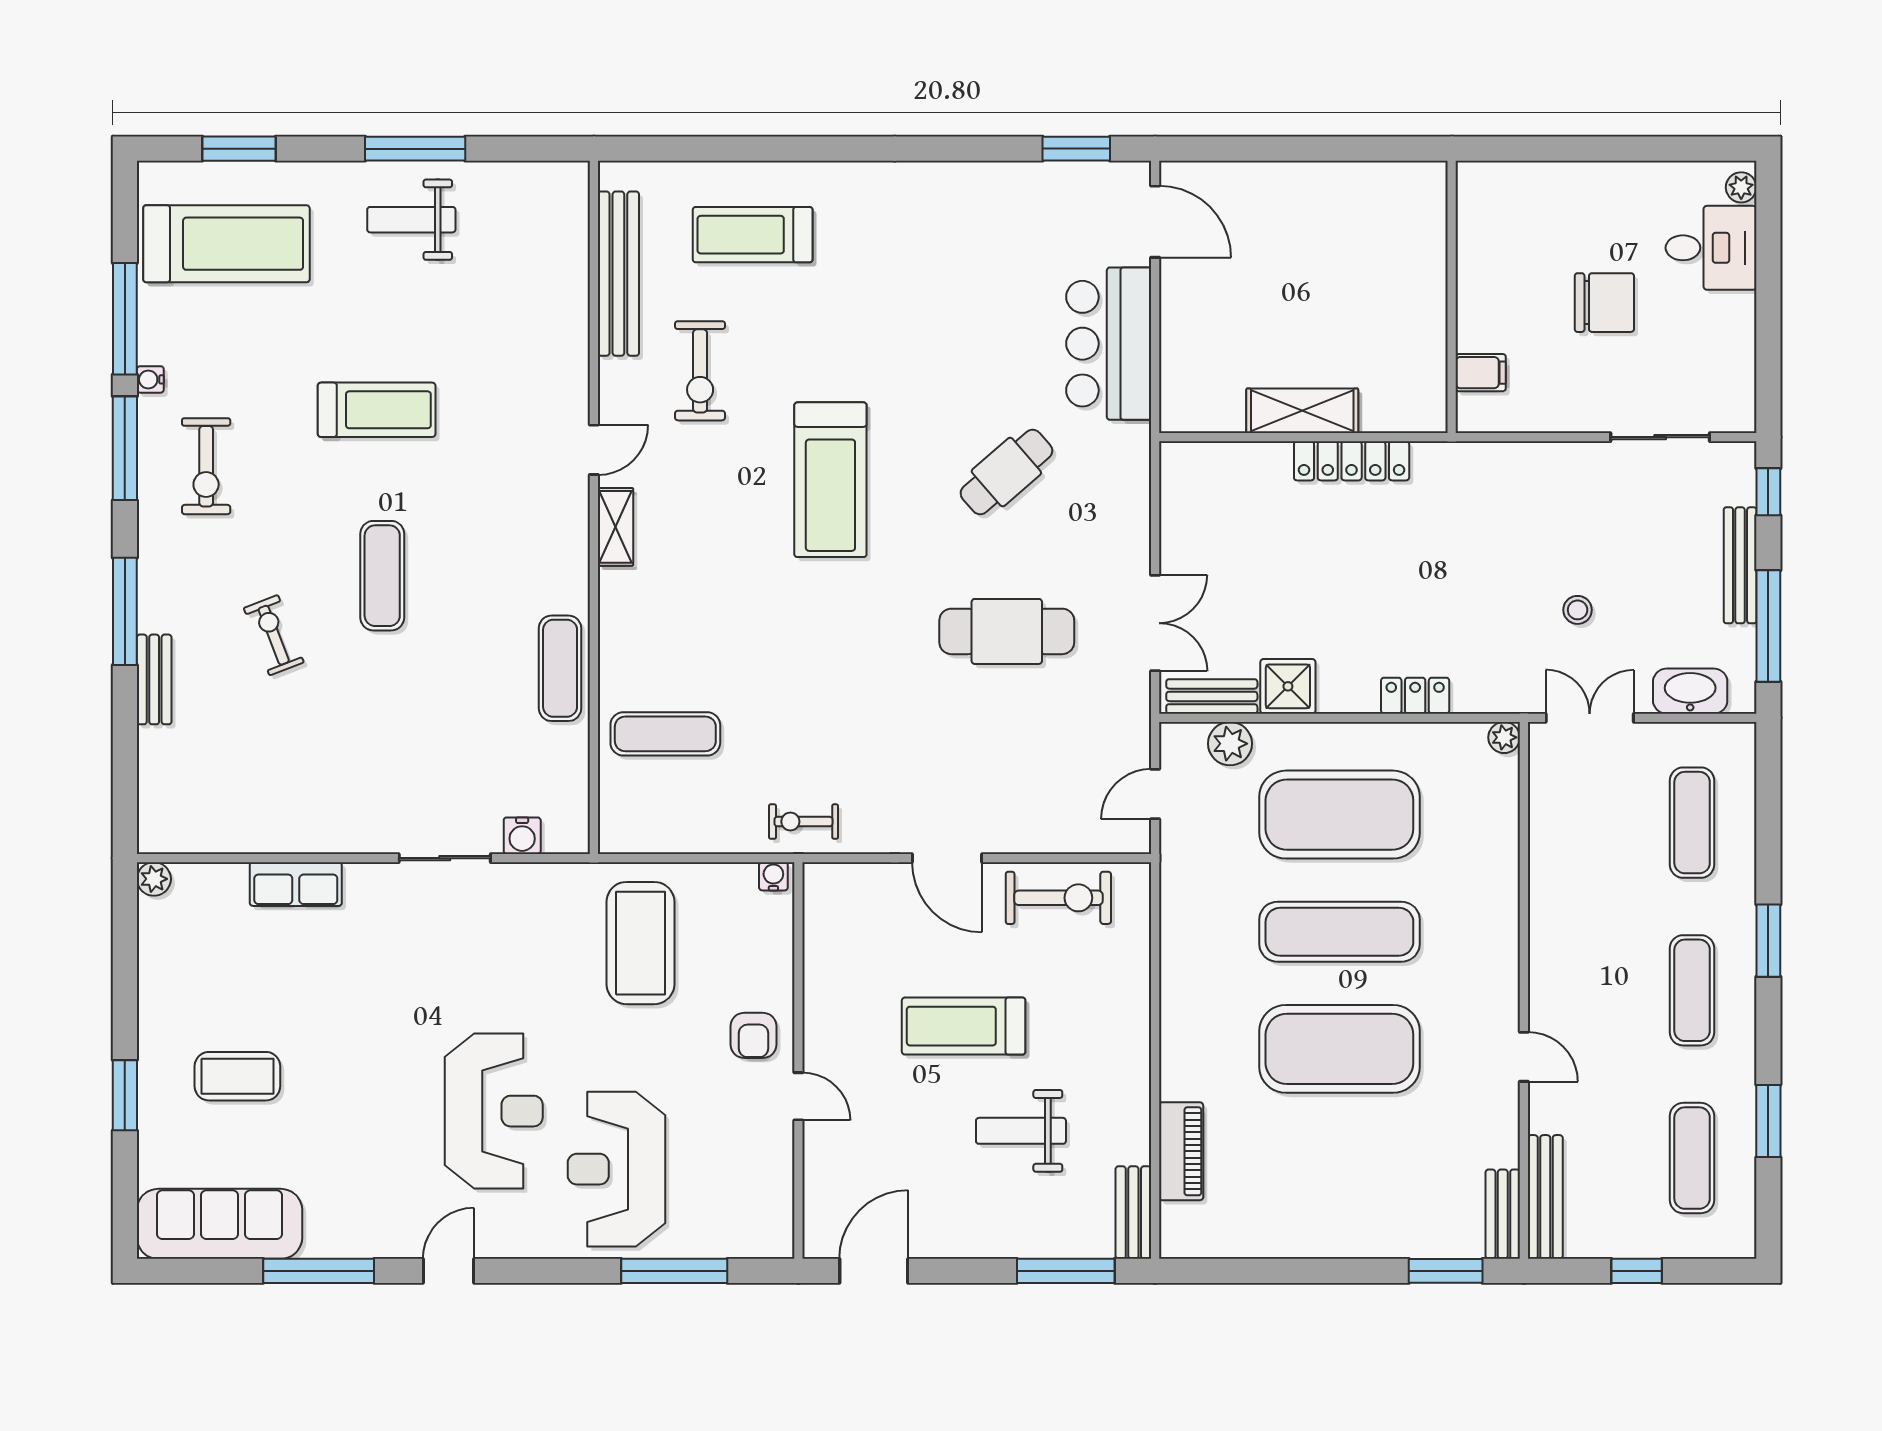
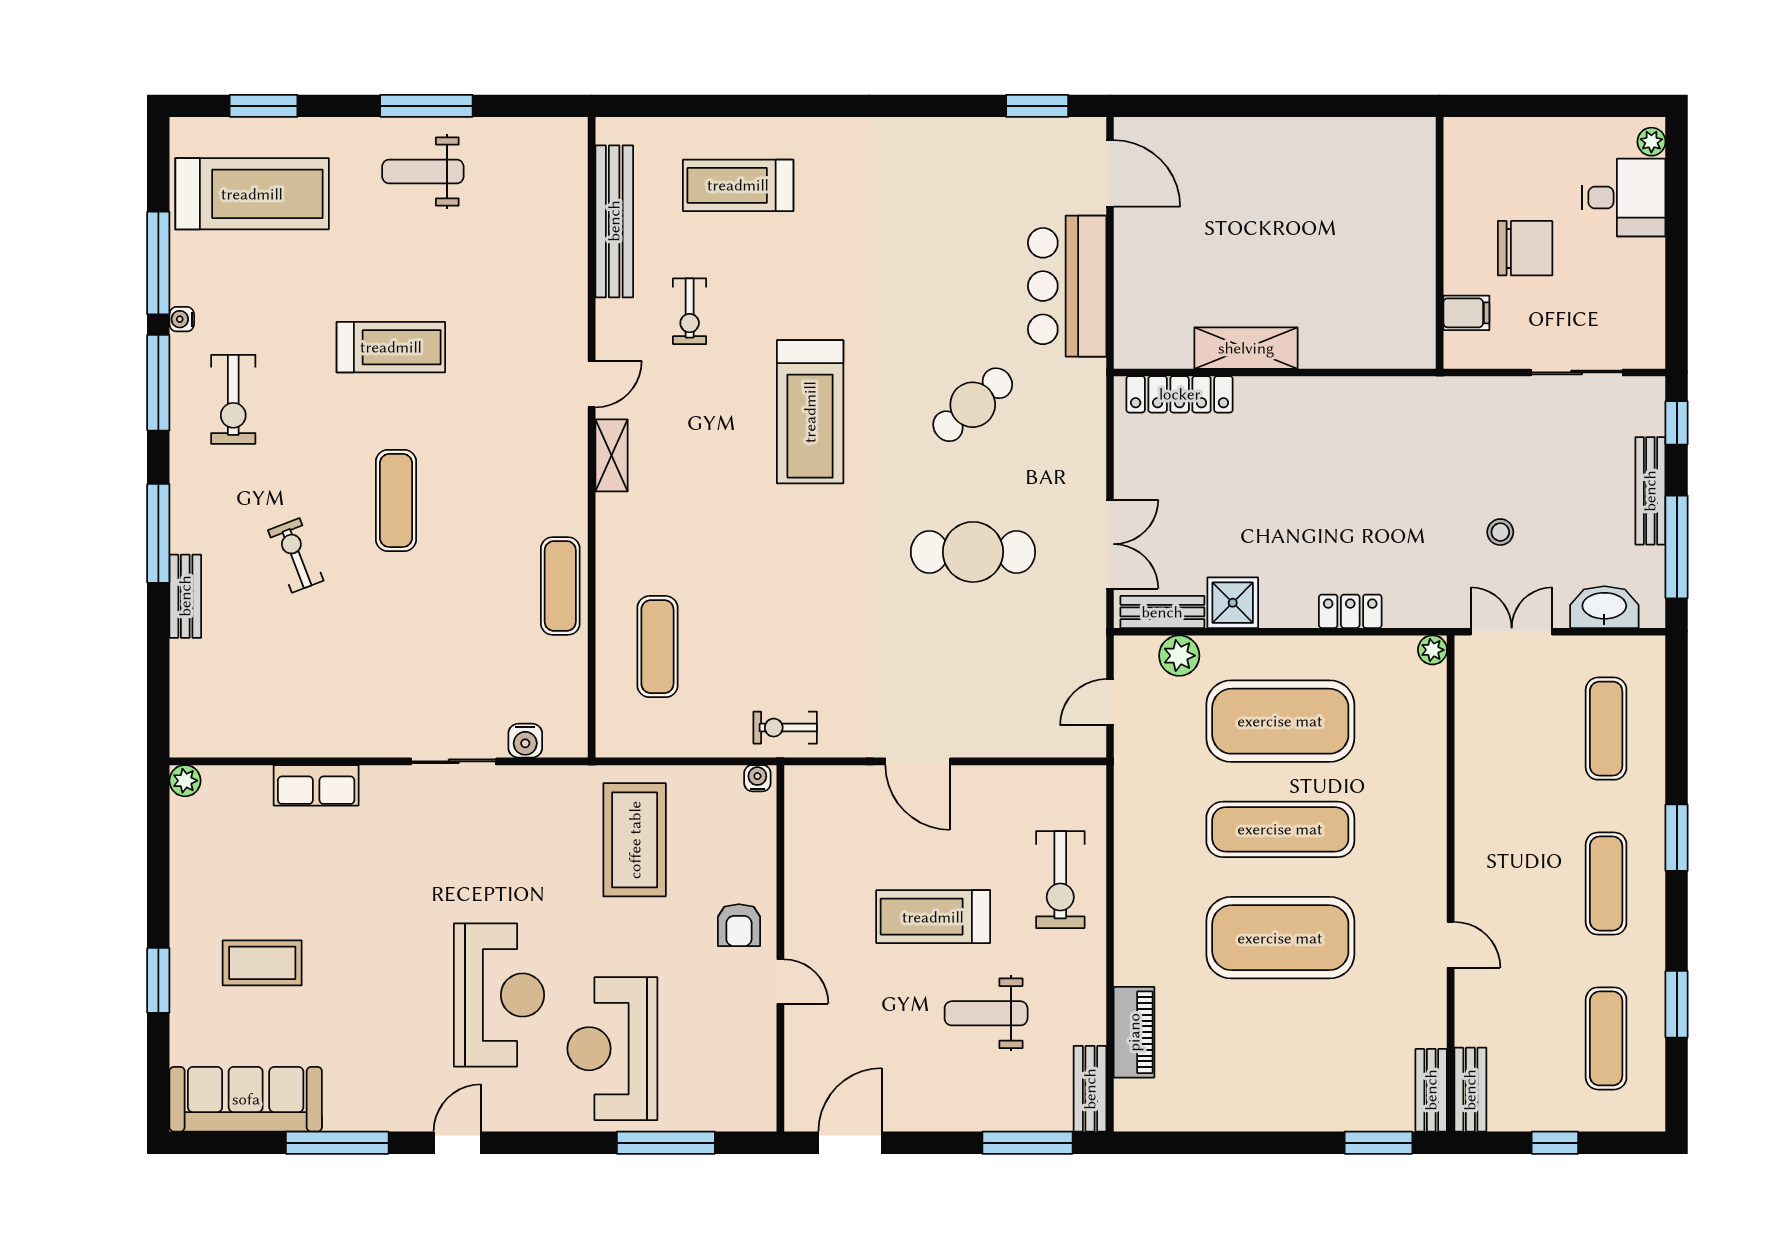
wall: (1452, 297) -> (1440, 243), moved
exercise bike: (700, 371) -> (690, 311), width x0.73, depth x0.72
filing cabinet: (1481, 373) -> (1466, 313), moved
locker: (1352, 461) -> (1180, 394), moved
exercise mat: (665, 734) -> (657, 647), turned 90
exercise bike: (1058, 898) -> (1060, 880), moved, turned 90
bench: (1545, 1197) -> (1470, 1090), width x0.73

